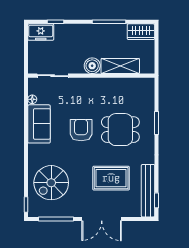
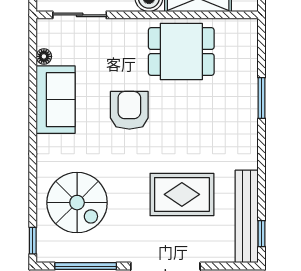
dining table: (120, 130) -> (181, 52), moved
spiral stairs: (51, 183) -> (77, 203), turned -90

